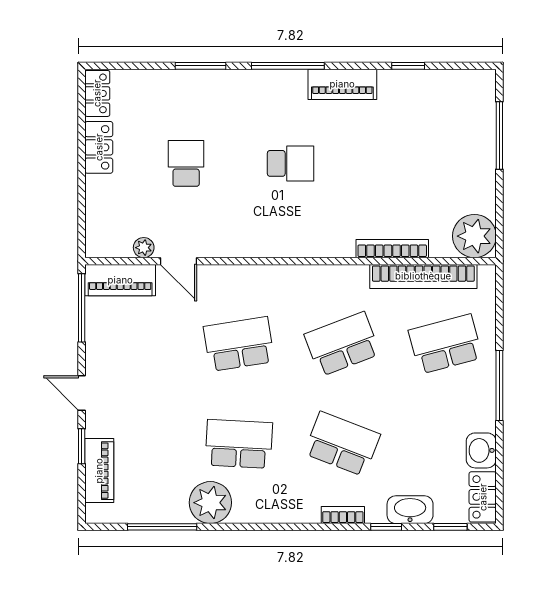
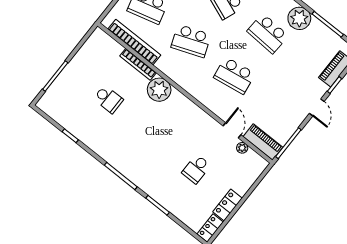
piano: (342, 84) -> (104, 150), removed
school desk: (291, 163) -> (108, 99), moved, turned 180
plant: (474, 236) -> (159, 90), moved

